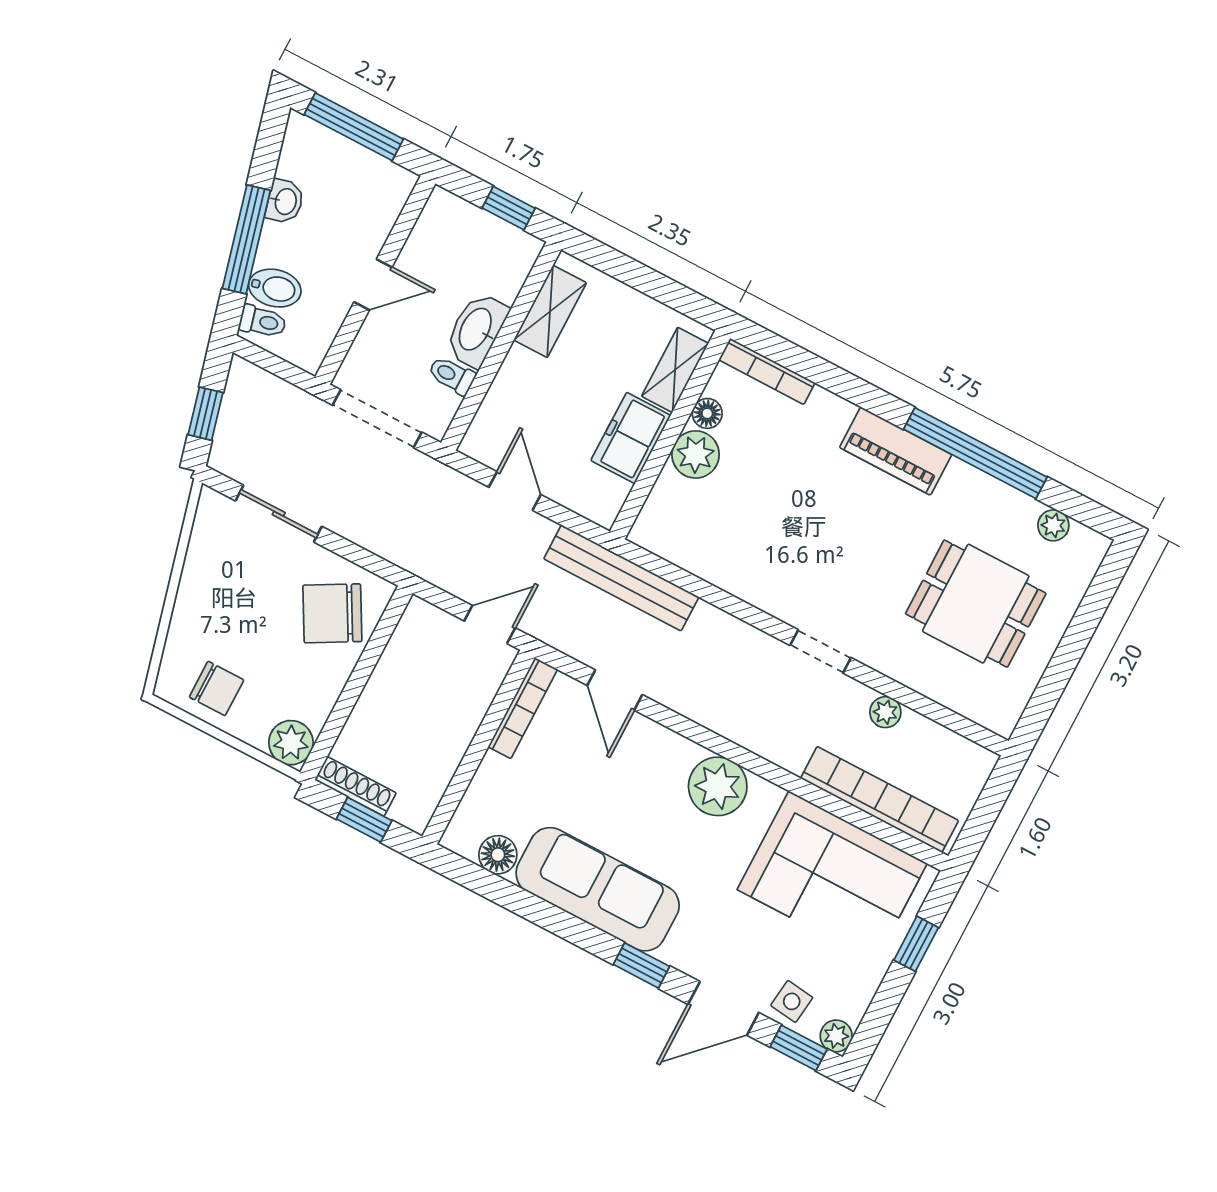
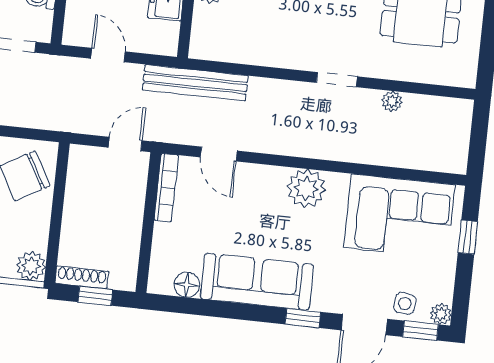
bookcase: (879, 799) -> (410, 157), removed

